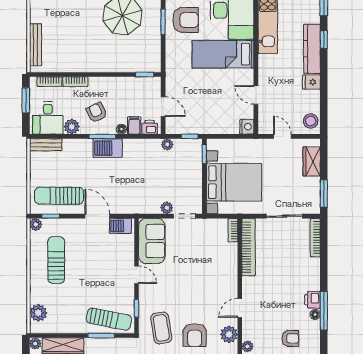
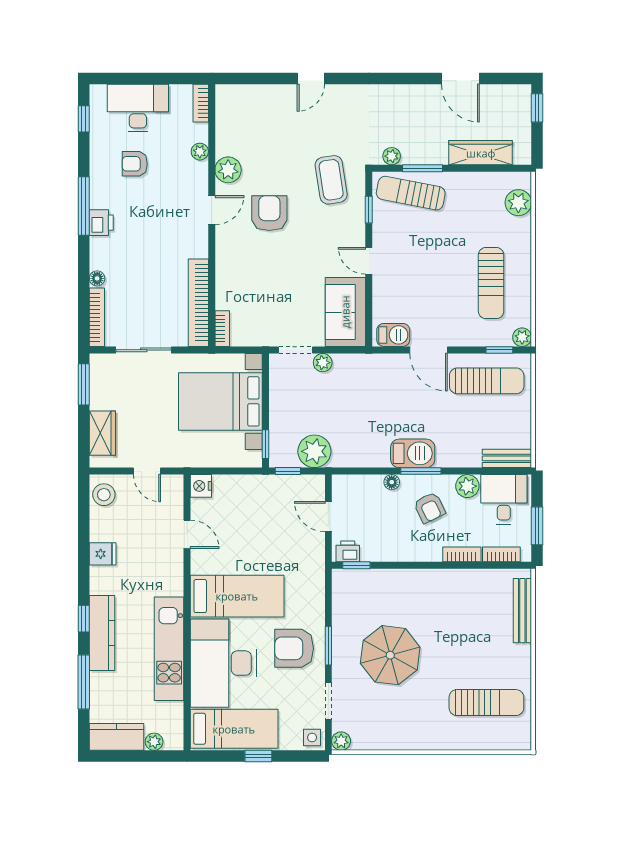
kitchen counter: (312, 49) -> (102, 633), moved
filing cabinet: (134, 125) -> (372, 488), removed
printer: (150, 127) -> (348, 551), moved, turned 180
plant: (167, 144) -> (314, 451), width x1.88, depth x1.88
floor lamp: (315, 314) -> (97, 278), moved
armchair: (195, 335) -> (269, 213), moved
plant: (35, 343) -> (392, 156), moved

